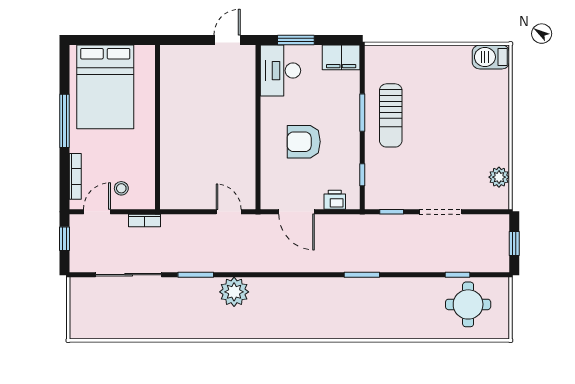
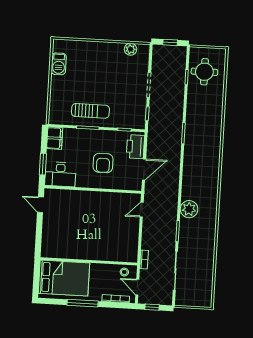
barbecue: (491, 57) -> (59, 64), moved
wall: (158, 127) -> (89, 261), moved
printer: (335, 200) -> (135, 147), width x1.87, depth x1.48

